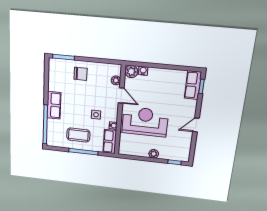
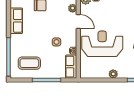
row of seats: (54, 105) -> (16, 21), moved
coffee table: (78, 135) -> (29, 63), moved

